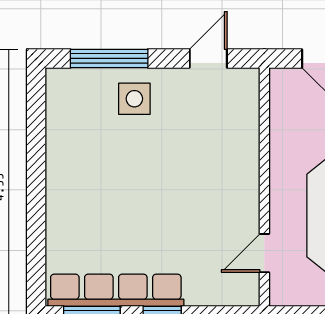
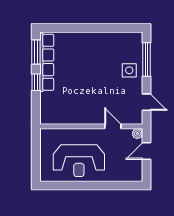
plant: (281, 80) -> (137, 134), added
door: (264, 253) -> (113, 126), moved

